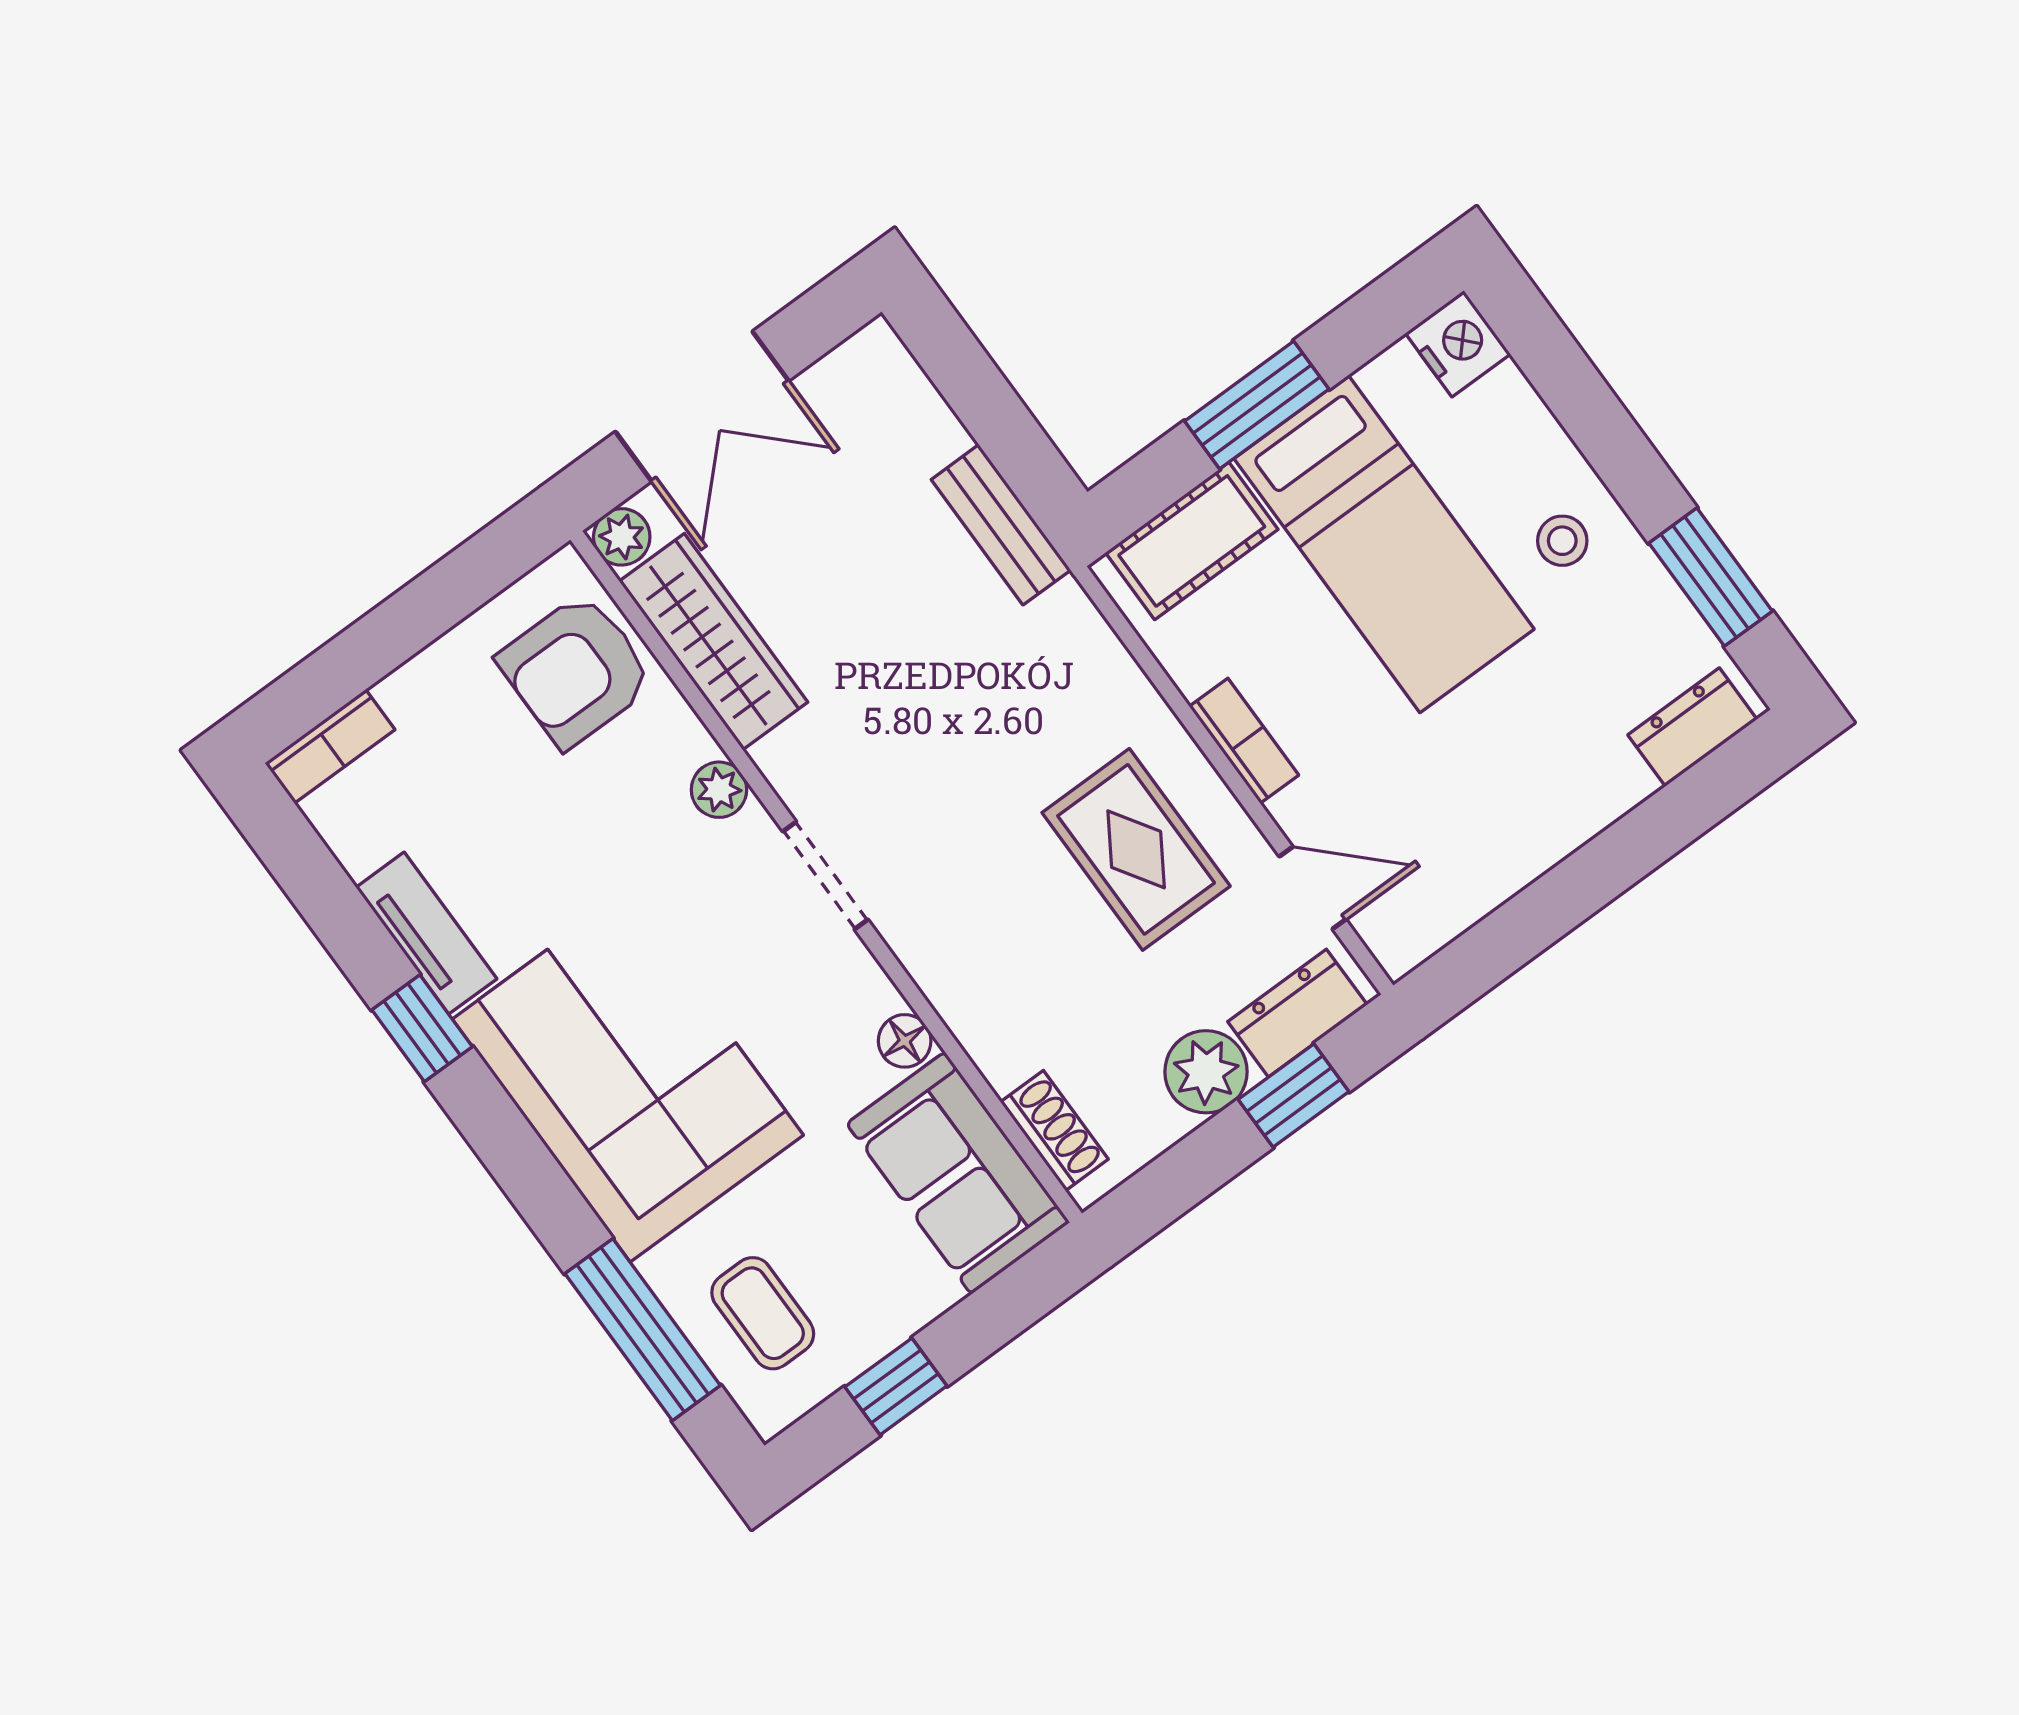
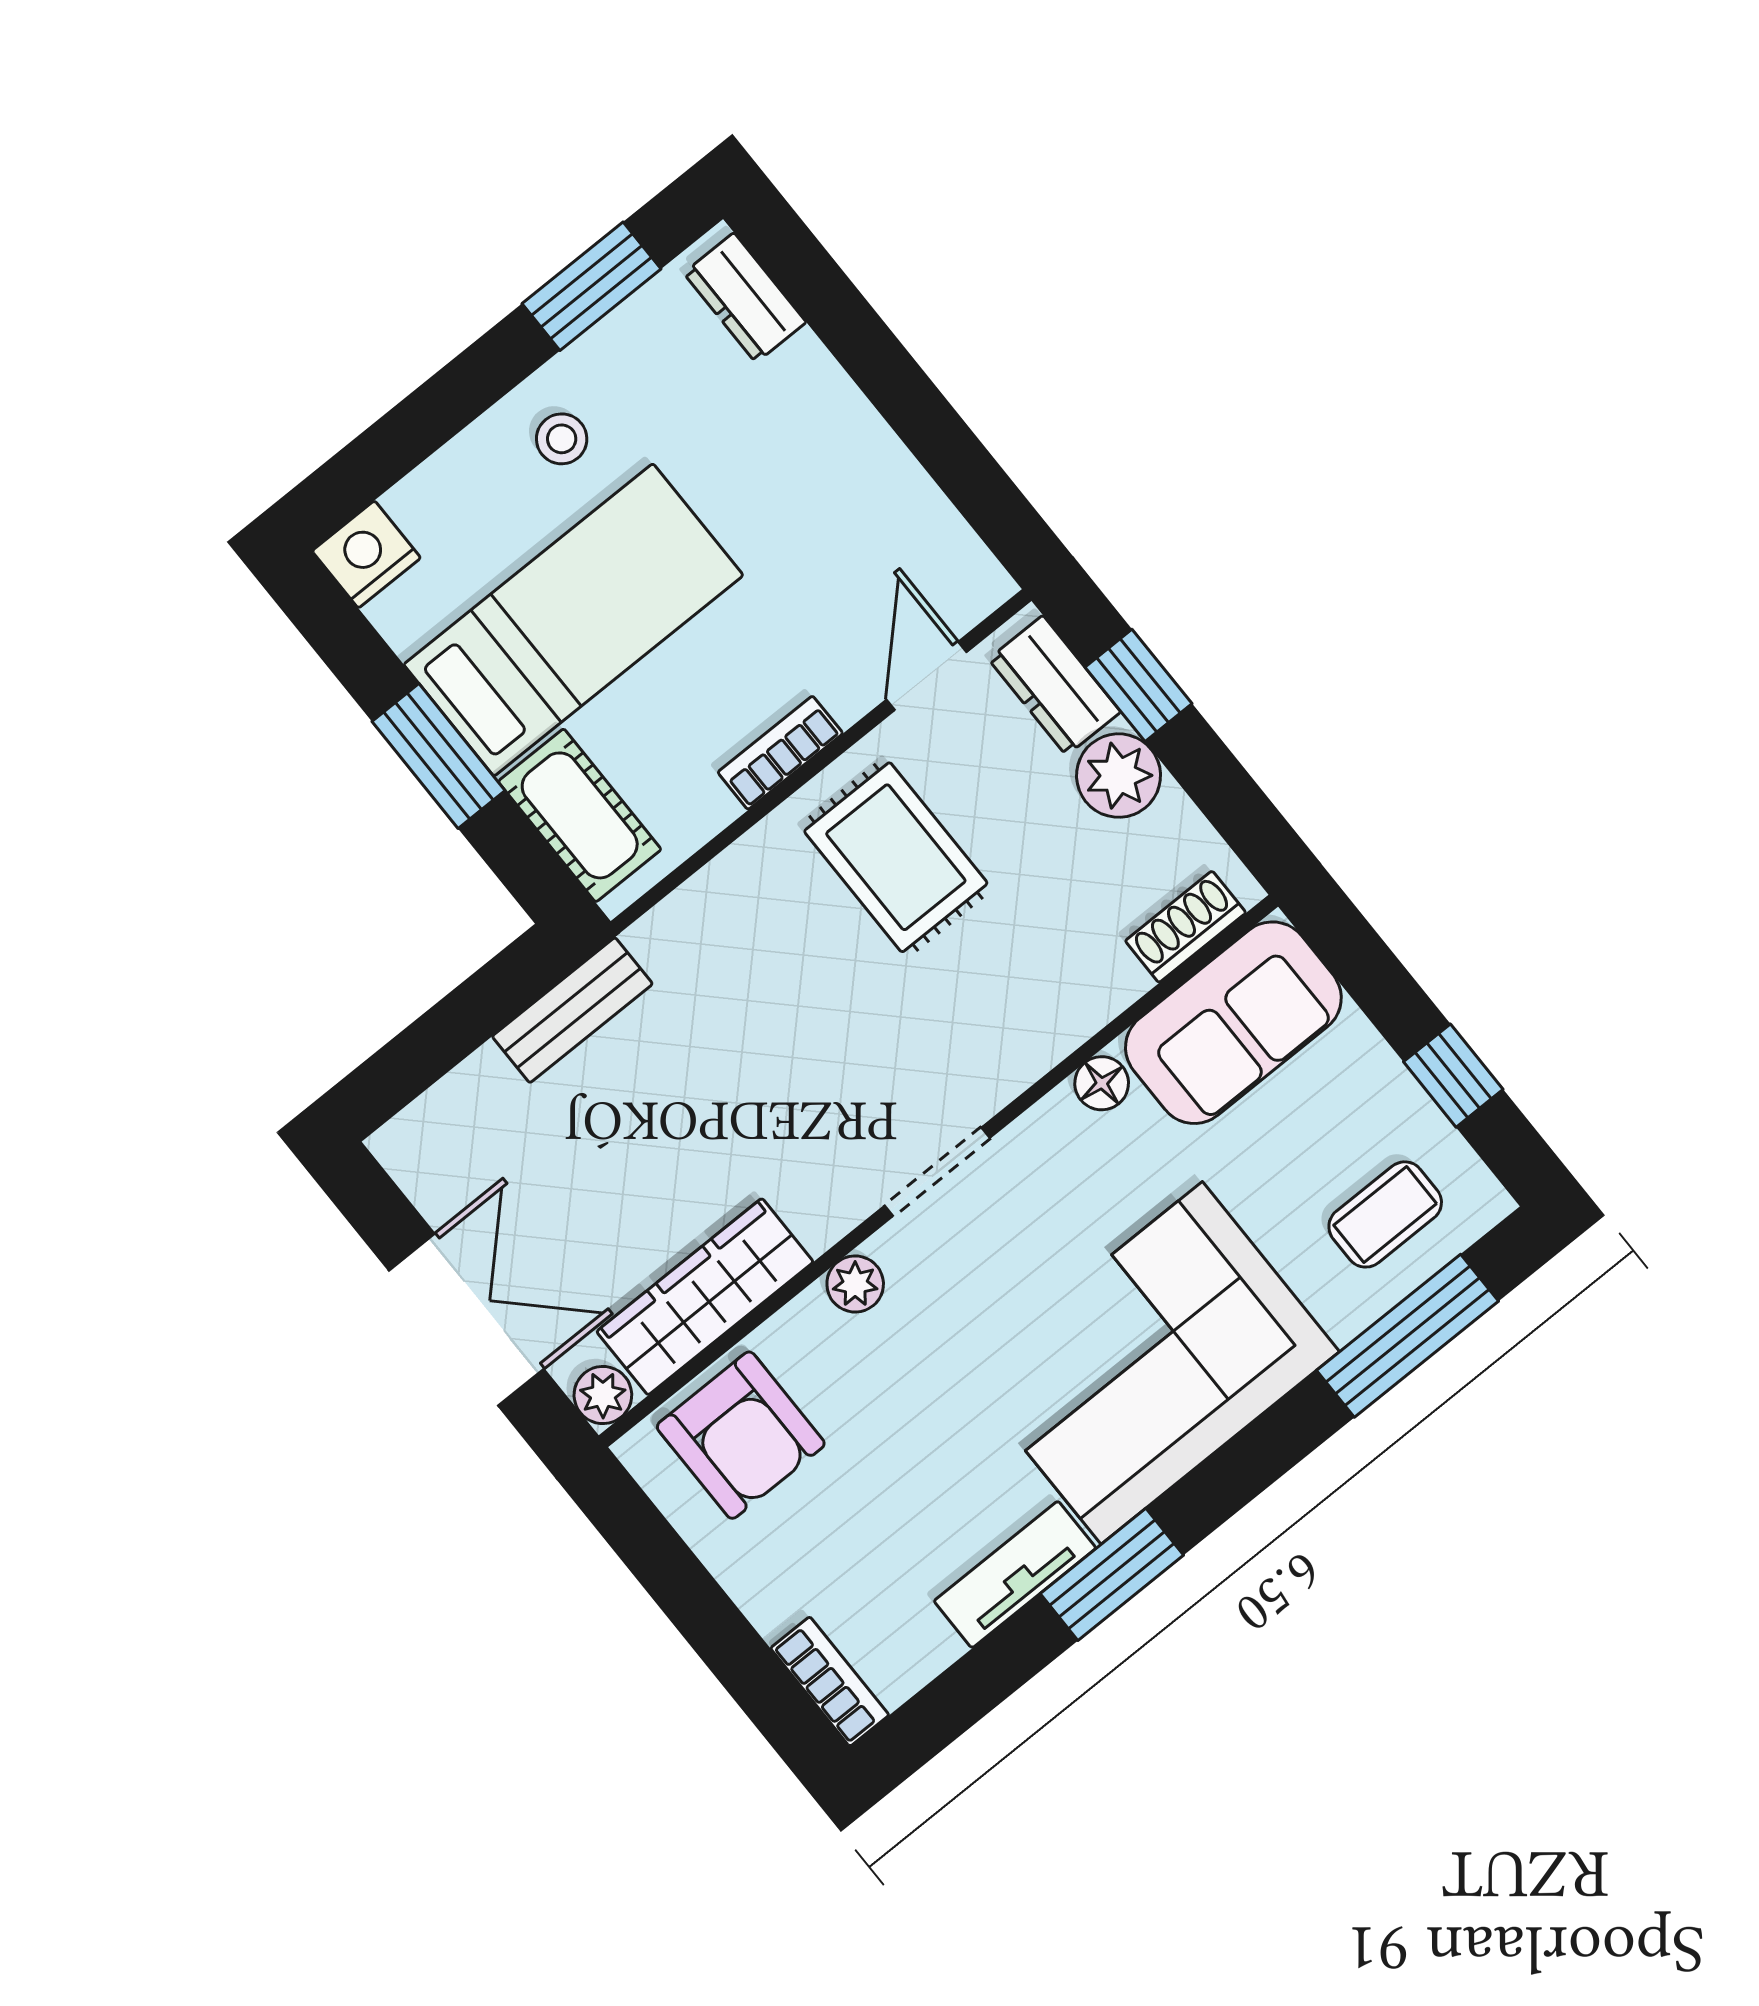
rug: (1136, 849) -> (896, 857), turned 90
window: (422, 1028) -> (1112, 1574), width x1.50

